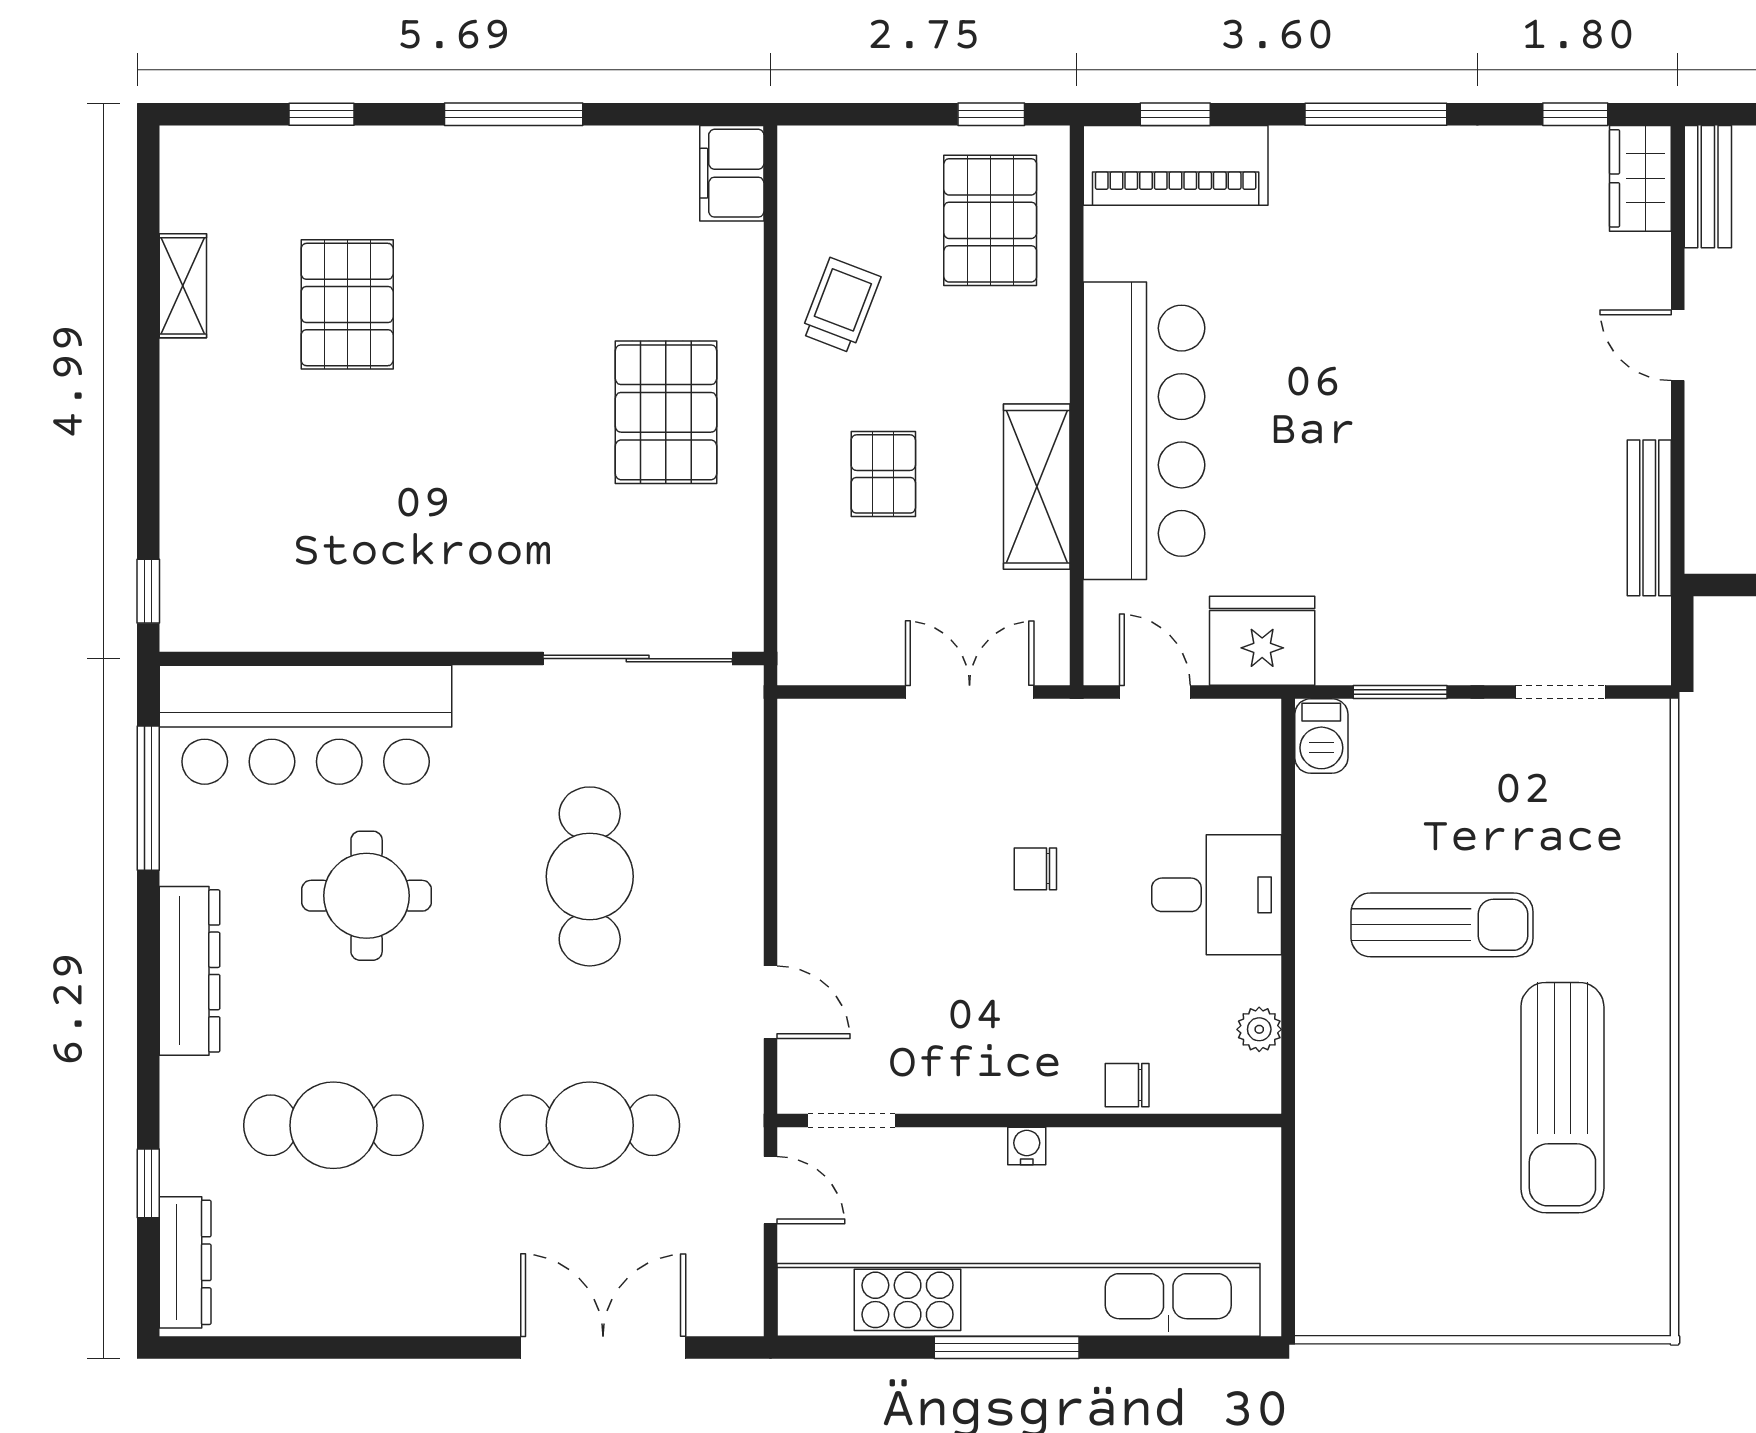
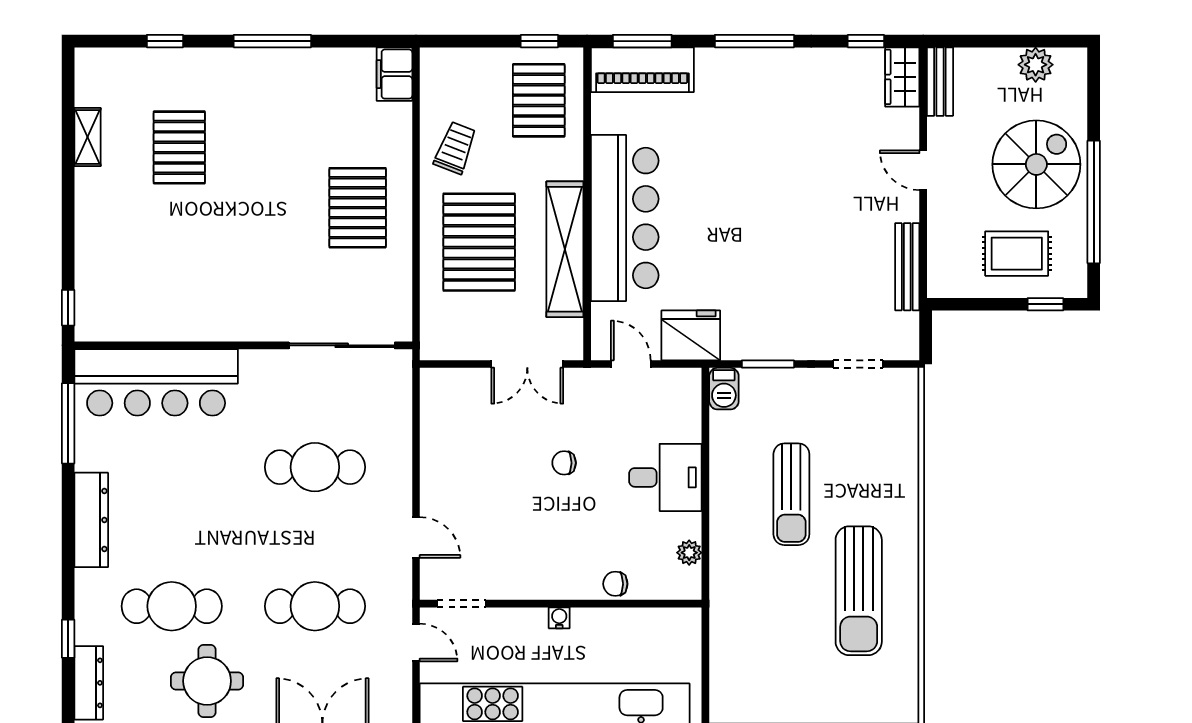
window: (1175, 114) -> (642, 41), width x1.50
pallet: (883, 474) -> (479, 242), width x2.05, depth x2.00
shelving: (1037, 487) -> (565, 249), width x1.47
double door: (970, 692) -> (527, 364), swing flipped
cafe table: (590, 876) -> (315, 467), turned 90
round table: (367, 896) -> (207, 681), moved
sun lounger: (1442, 925) -> (791, 494), turned 90

